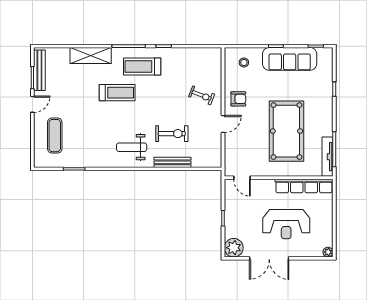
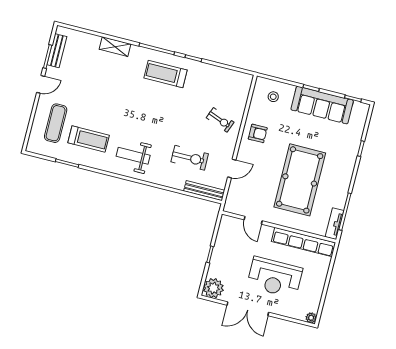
shelving: (91, 55) -> (115, 47), width x0.67, depth x0.75
bench: (39, 70) -> (57, 51), width x0.73
treadmill: (117, 93) -> (89, 139), moved
door: (223, 124) -> (232, 169), moved
exercise bike: (172, 134) -> (190, 158), moved
tv unit: (328, 157) -> (334, 224), width x0.71
bench: (173, 162) -> (204, 191), moved
door: (242, 178) -> (253, 220), moved

